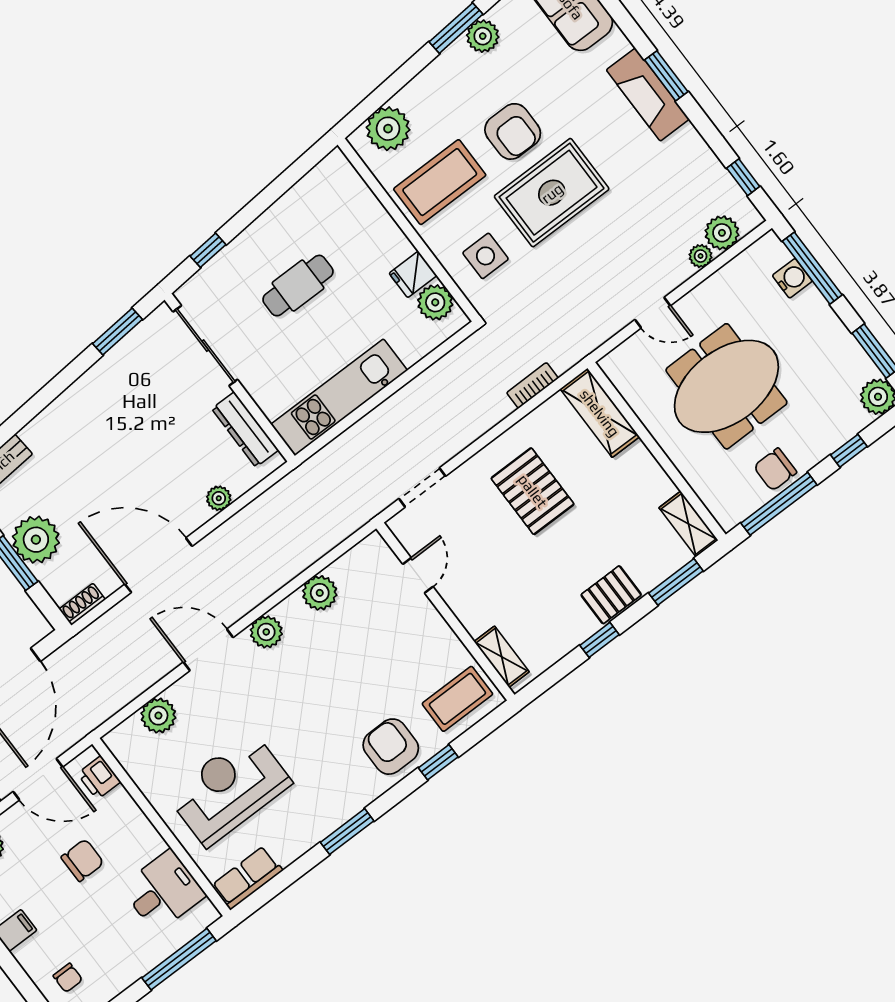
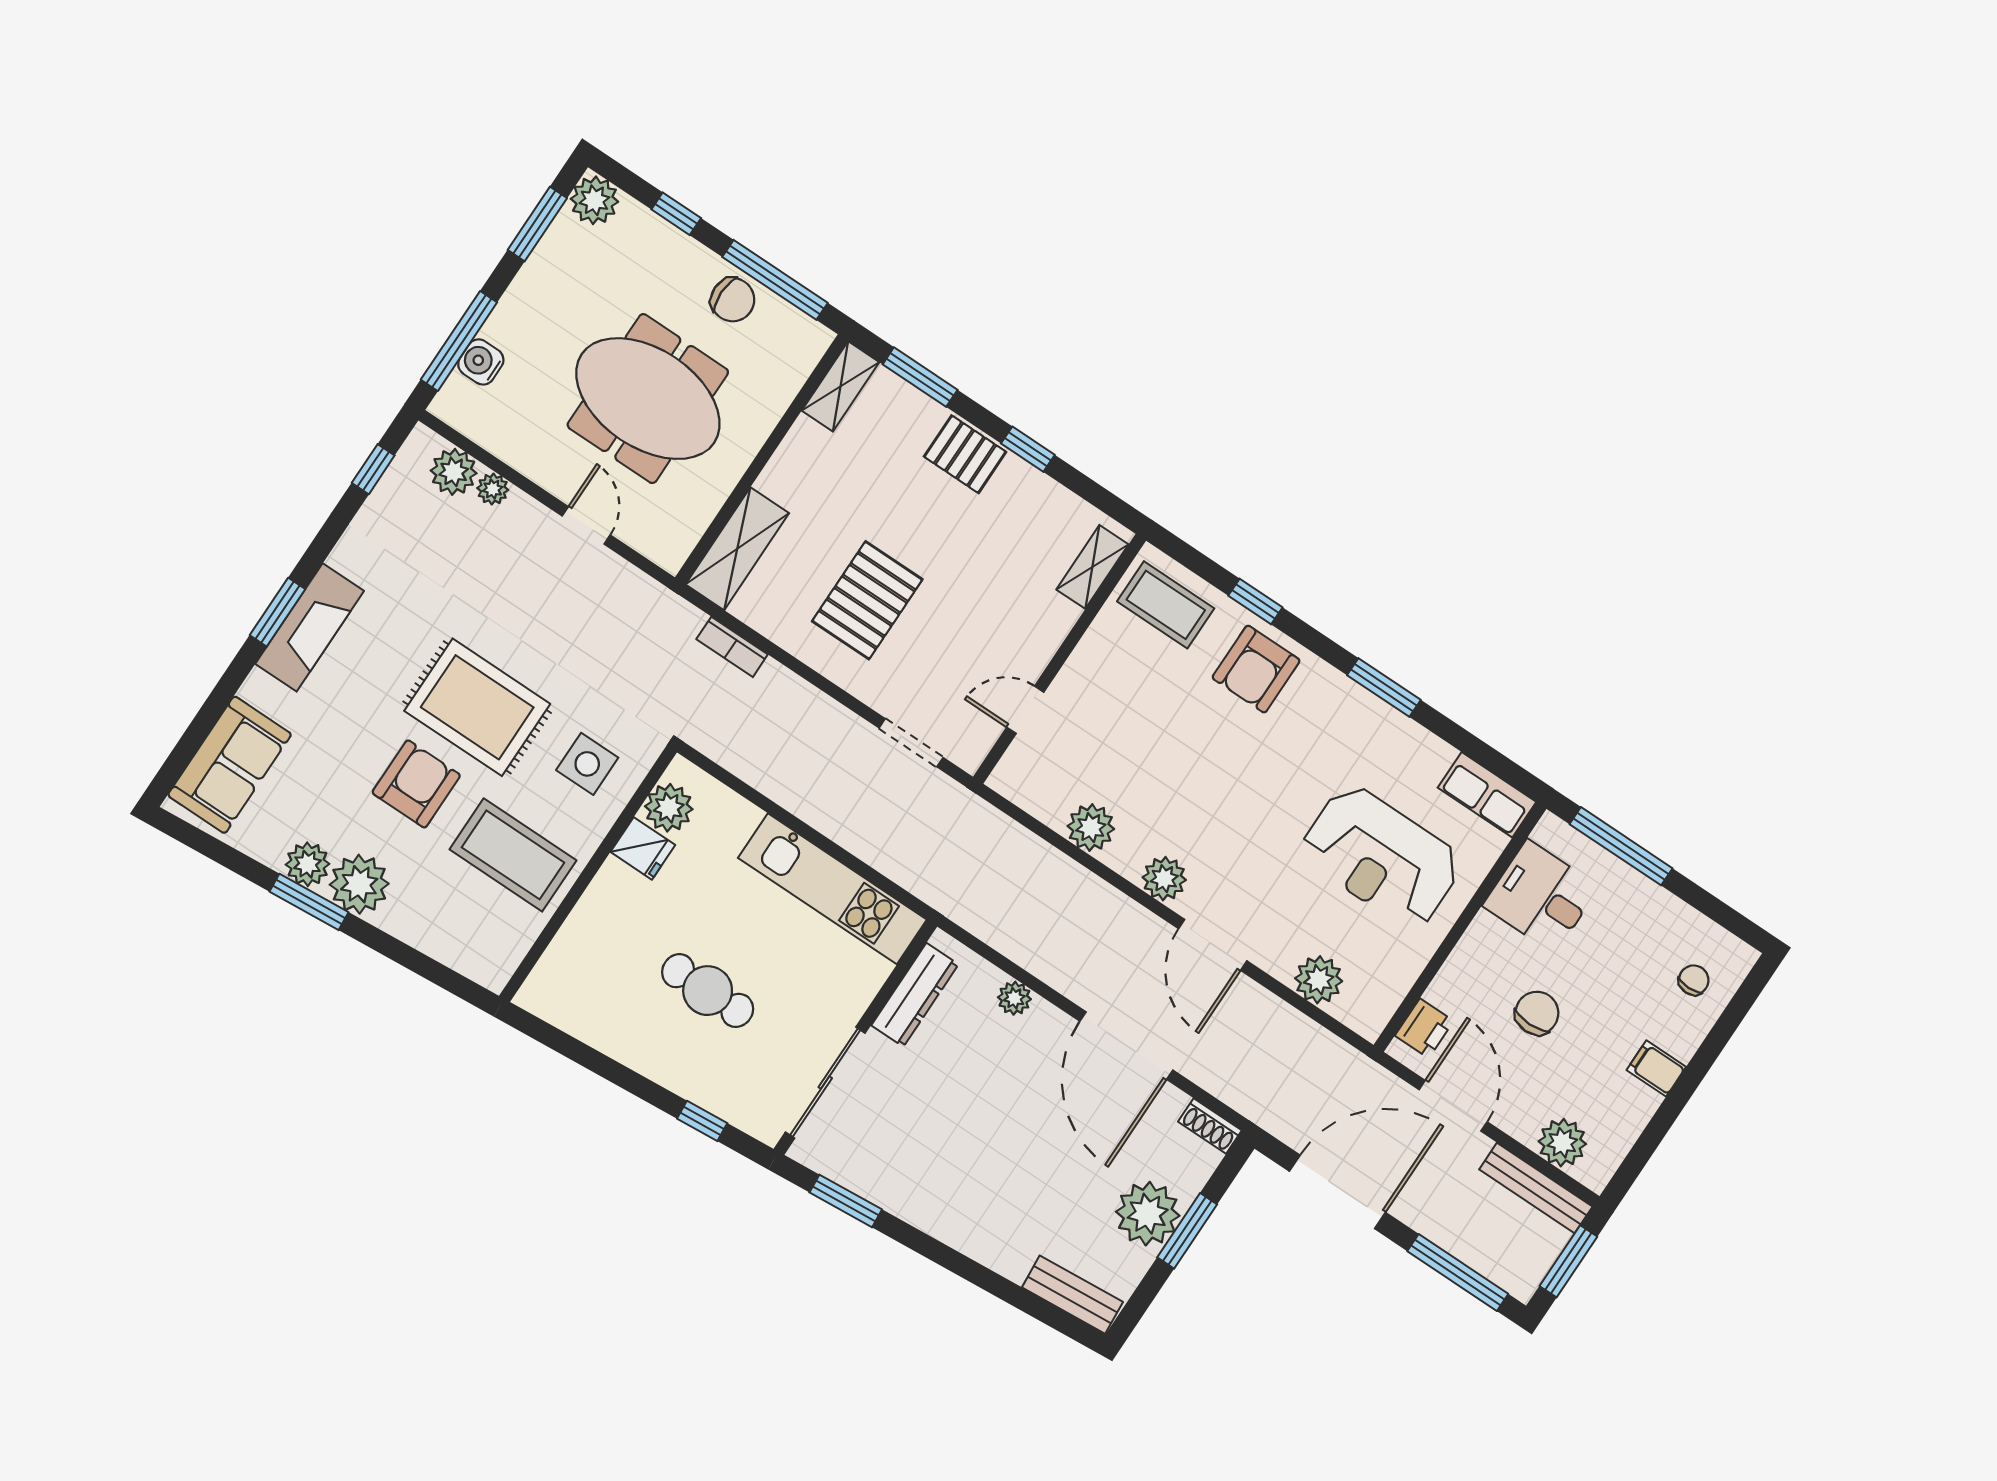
plant: (388, 129) -> (359, 884), moved
chair: (82, 860) -> (1537, 1013), turned 90

